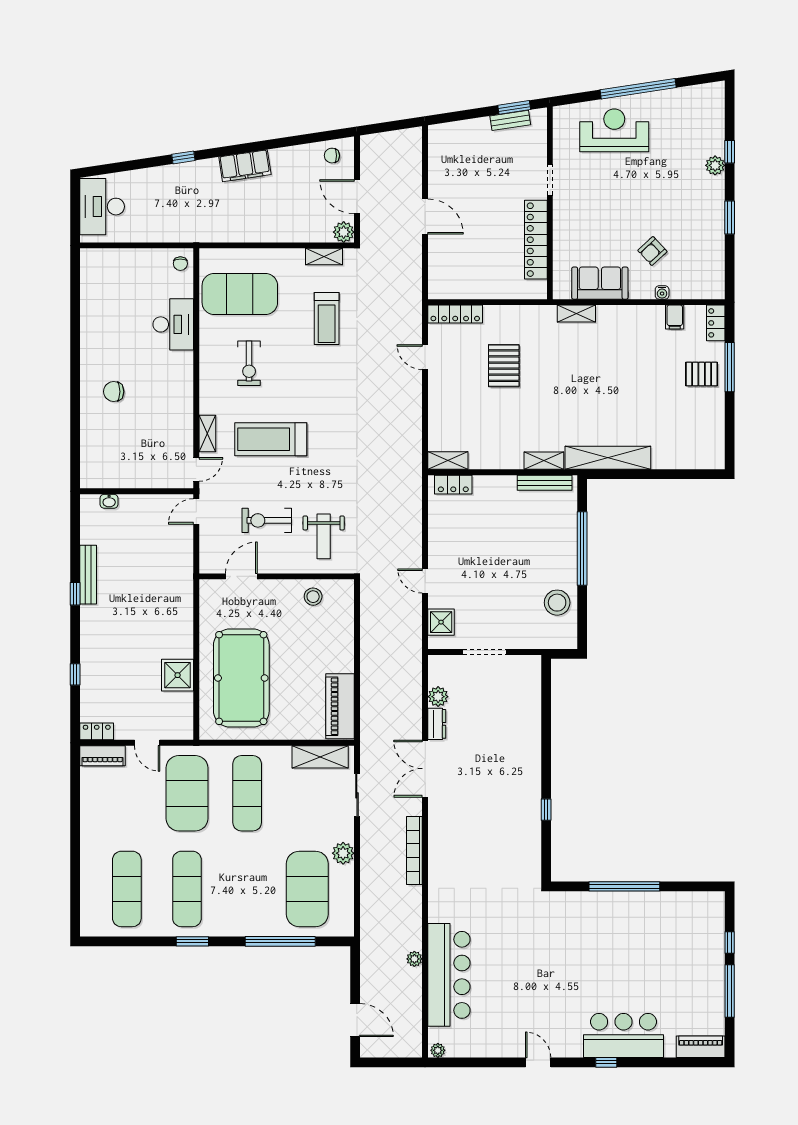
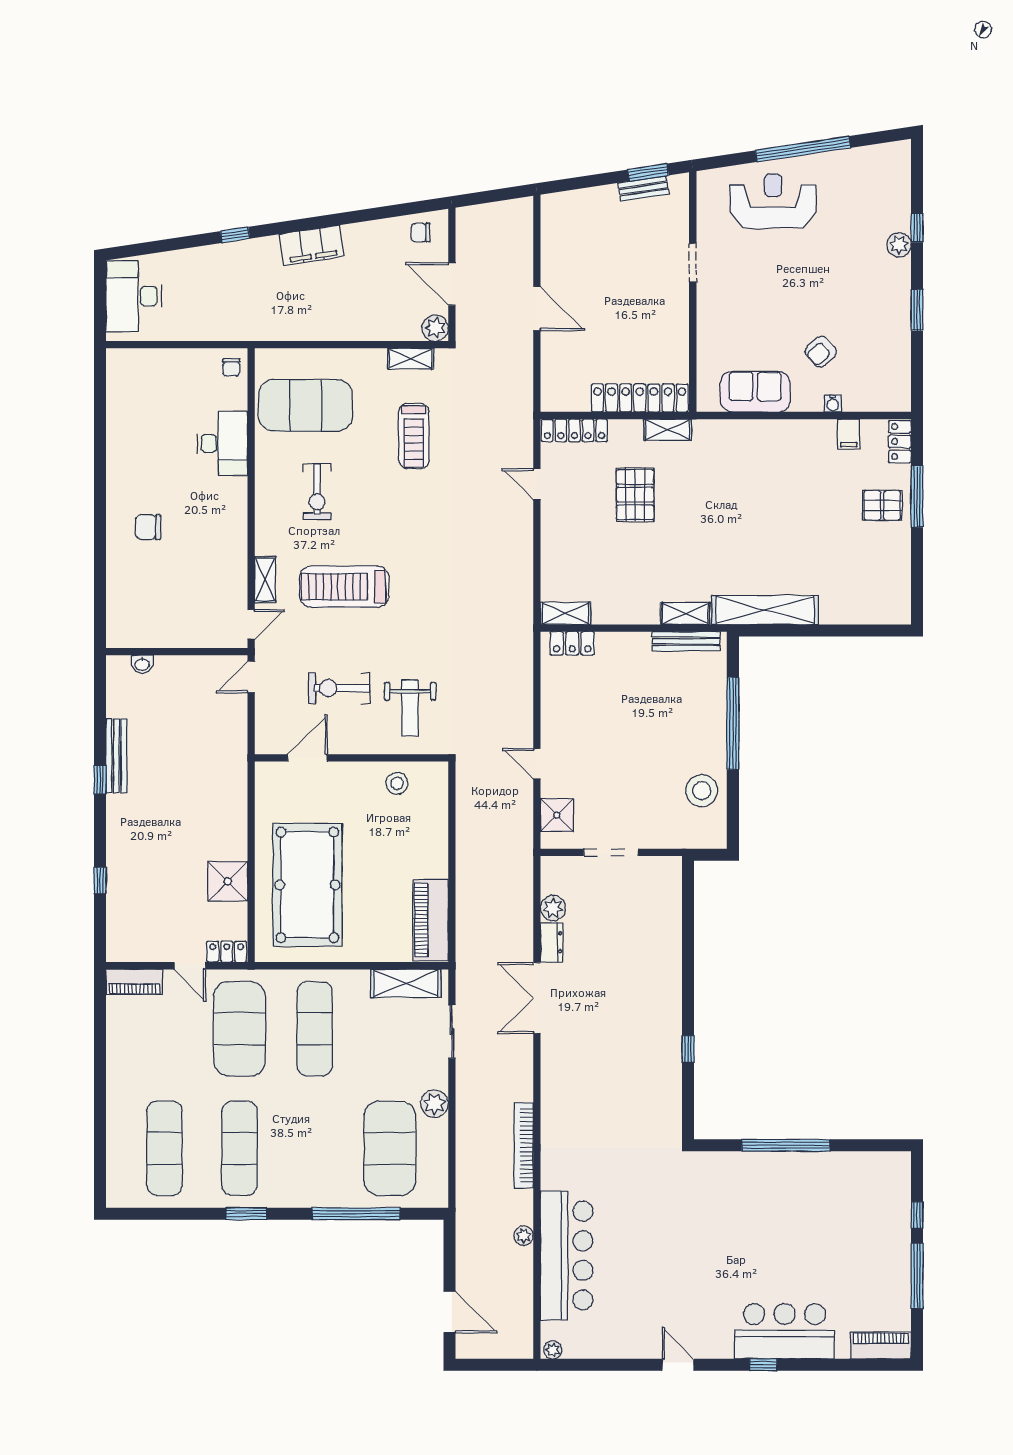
locker: (536, 240) -> (640, 398), moved, turned 90
shelving: (576, 313) -> (668, 430), moved
locker: (97, 731) -> (227, 952), moved
bookcase: (414, 851) -> (524, 1145), moved

